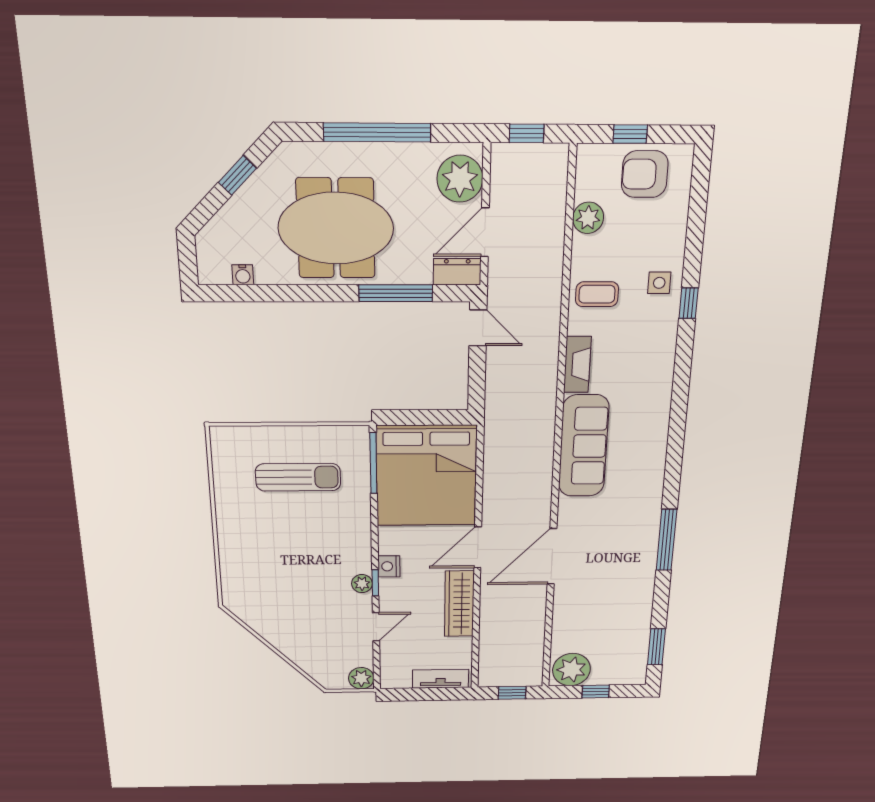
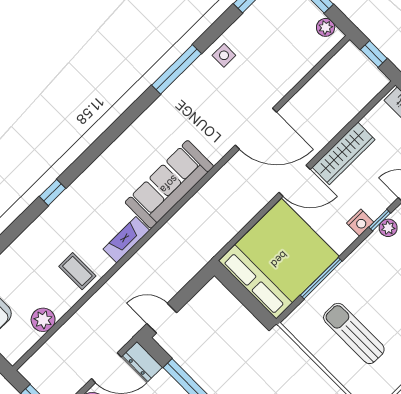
side table: (659, 283) -> (224, 55), moved
window: (689, 303) -> (53, 192), moved
door: (478, 328) -> (162, 318), hinge flipped
window: (373, 463) -> (321, 278), moved
plant: (571, 670) -> (326, 27), width x0.53, depth x0.53

